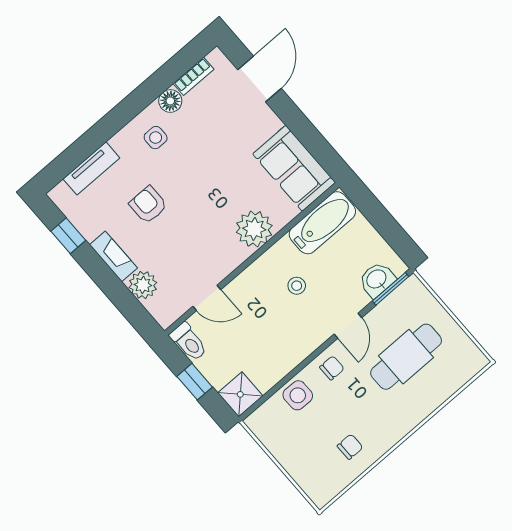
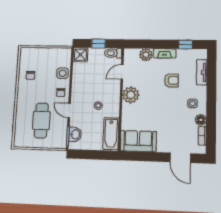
plant: (254, 229) -> (131, 95), moved

